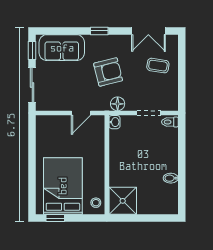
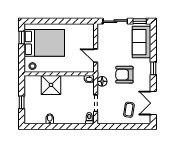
armchair: (108, 72) -> (124, 75), turned 104
shower: (123, 201) -> (51, 85), moved
window: (148, 218) -> (22, 102), added

